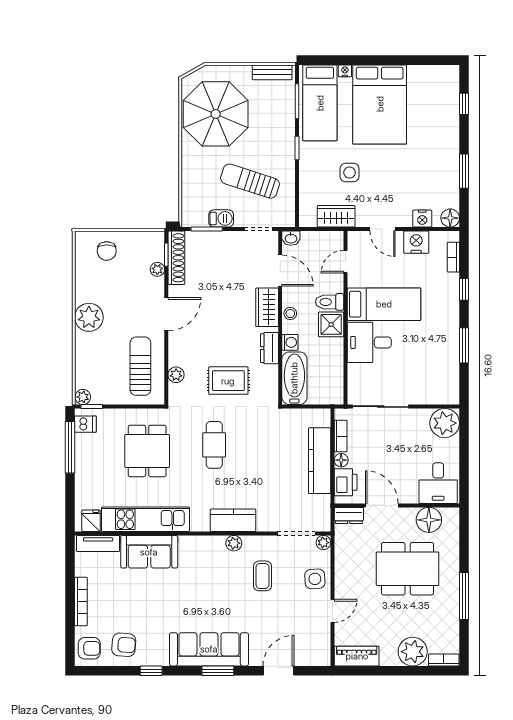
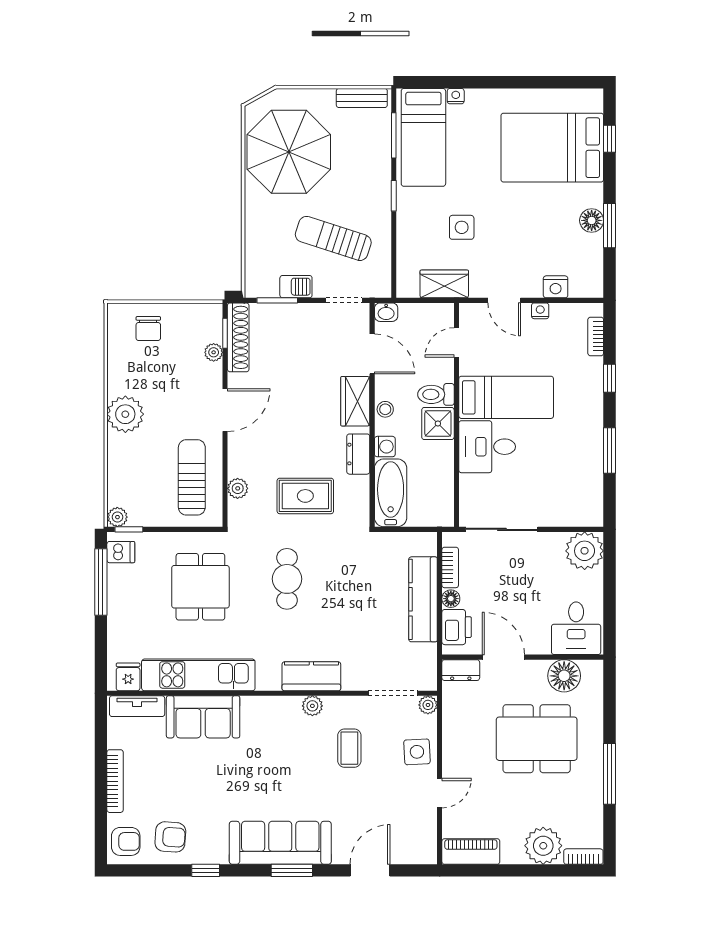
bed: (380, 104) -> (552, 148), moved, turned 90
floor lamp: (450, 218) -> (592, 220), moved
nightstand: (416, 242) -> (540, 311), width x0.53, depth x0.56

